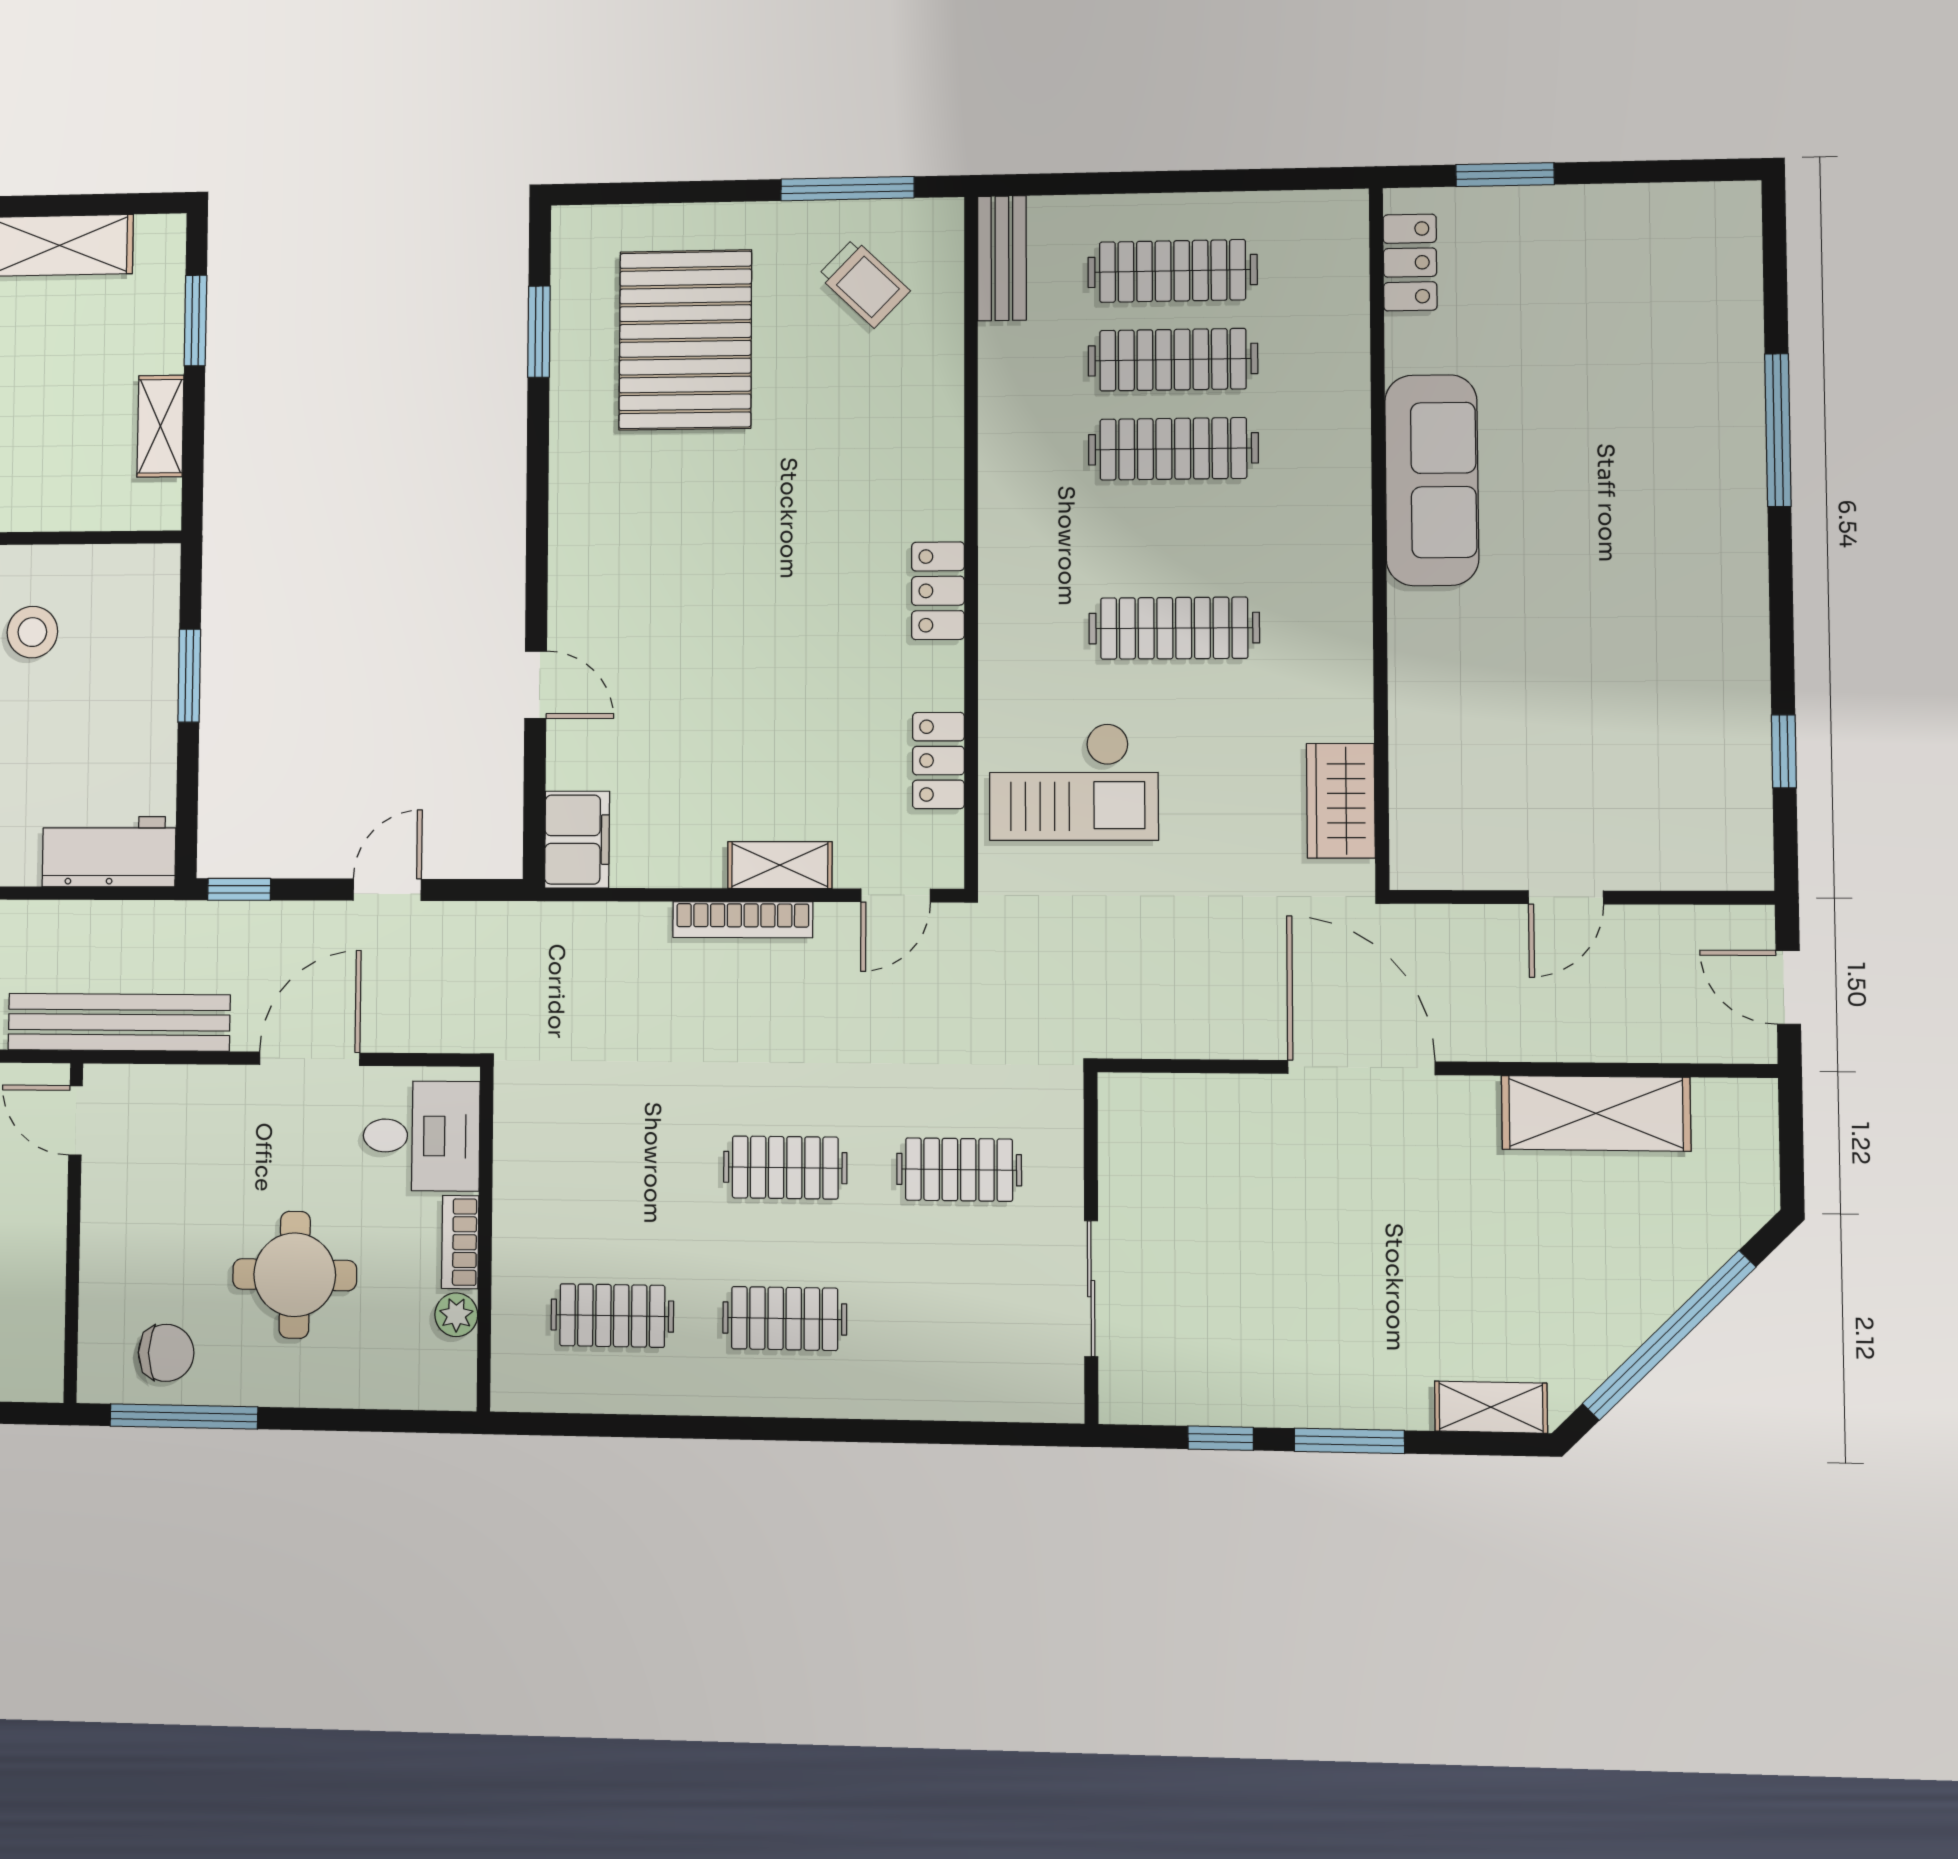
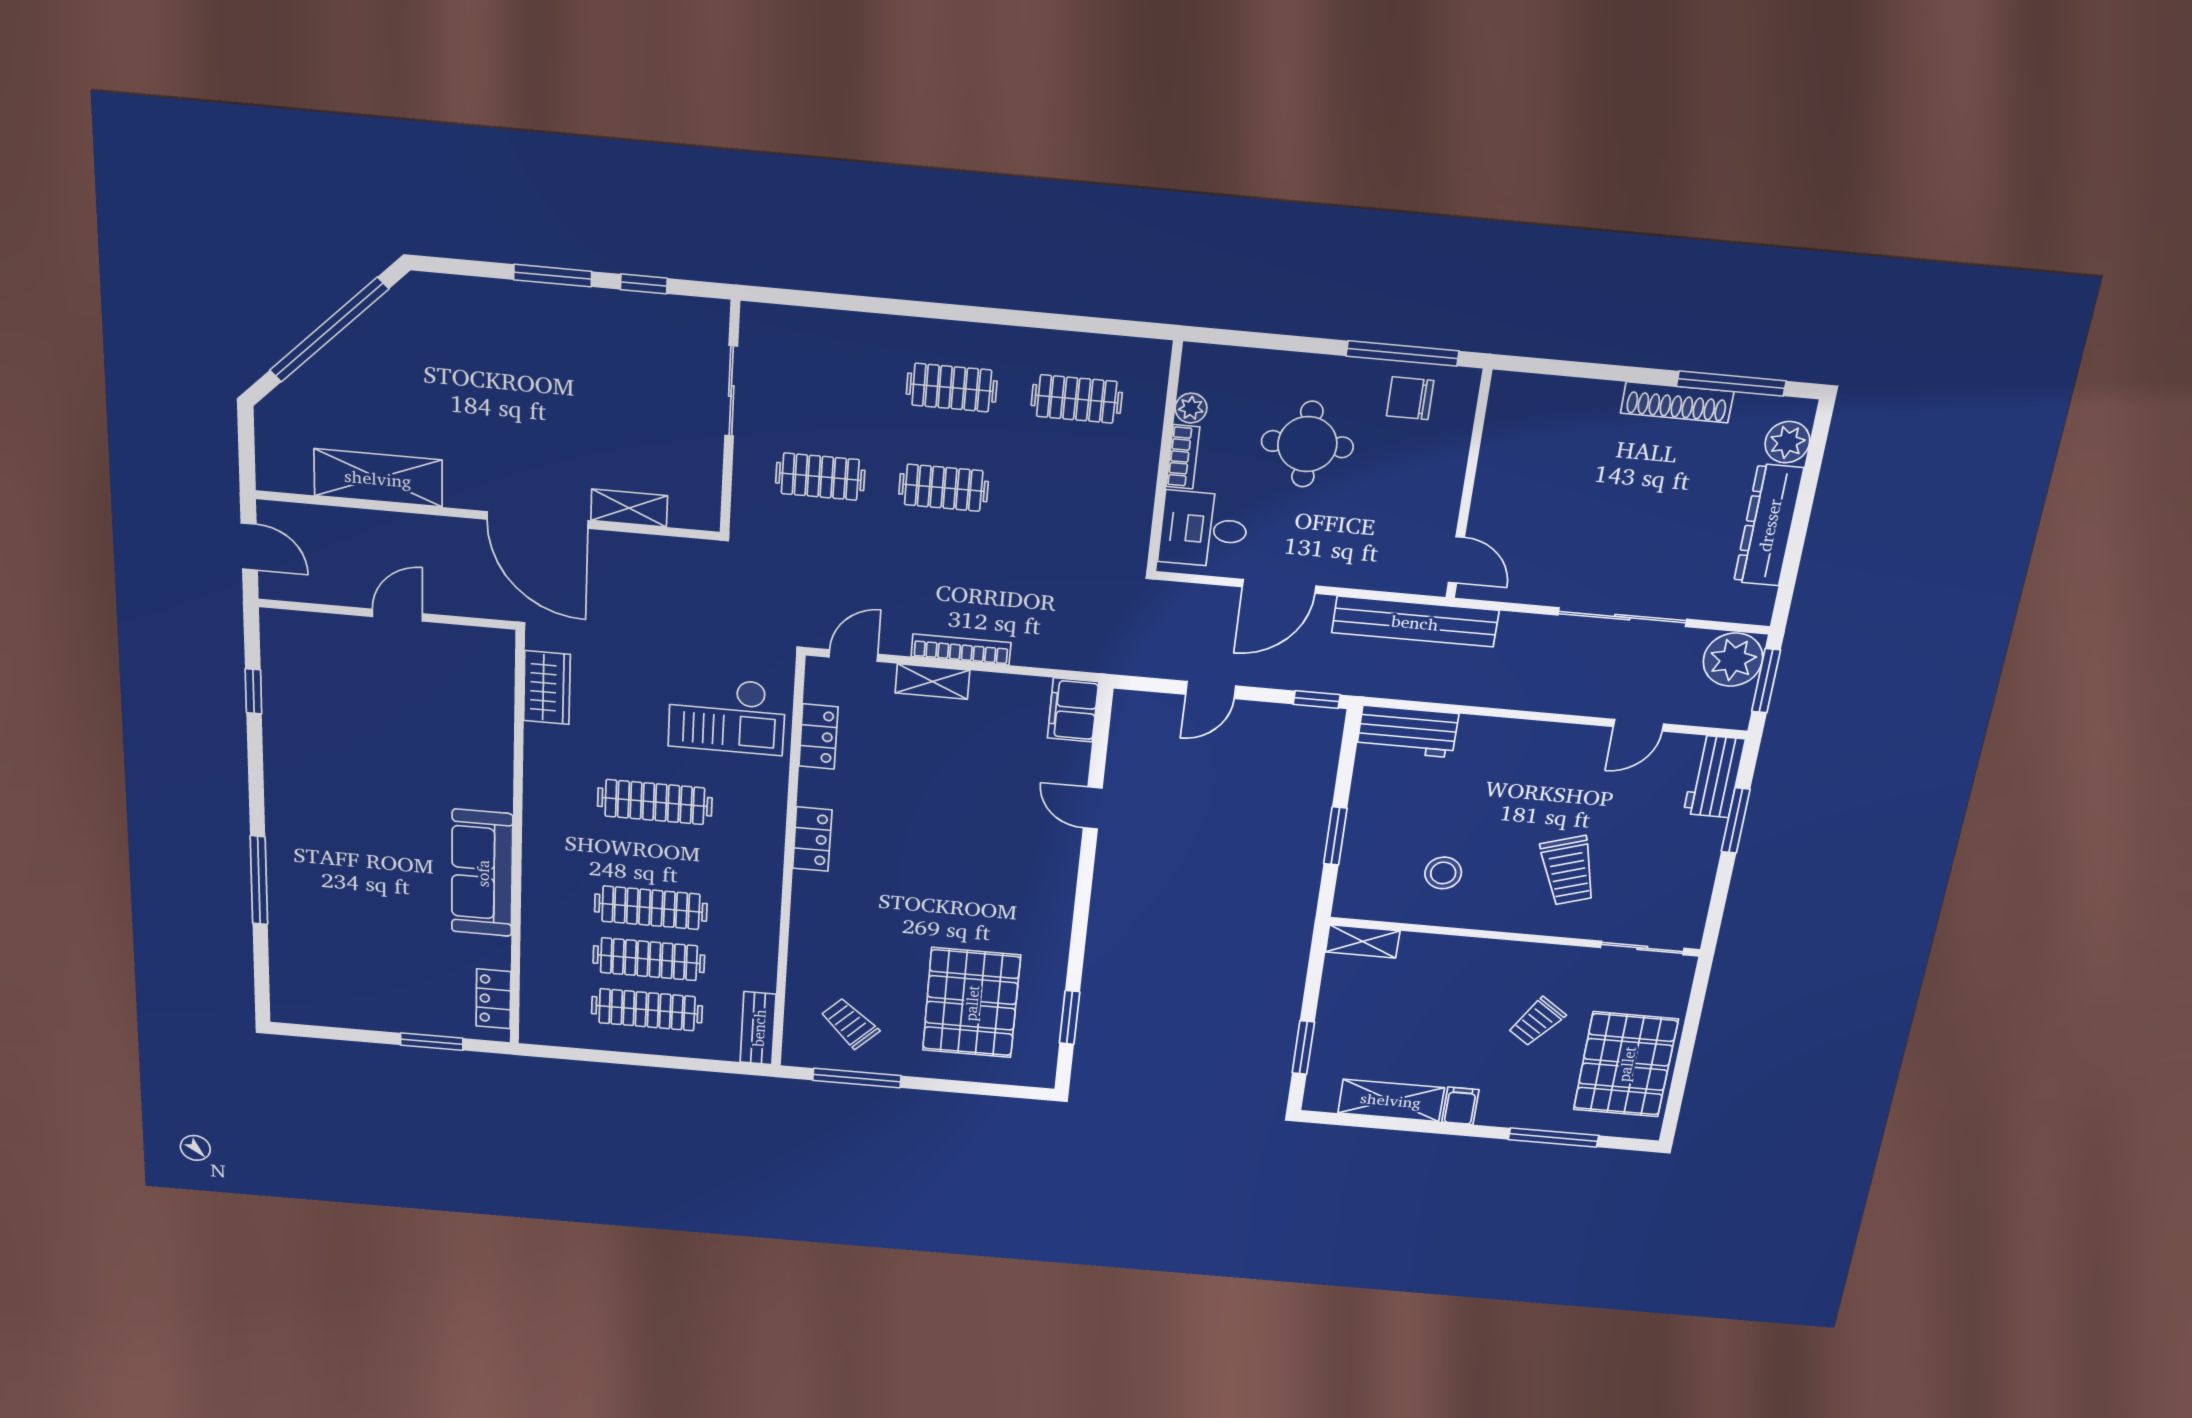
shelving: (160, 426) -> (1363, 941), moved, turned 90
checkout: (1074, 782) -> (727, 715), turned 180
shelving: (1491, 1407) -> (629, 508), moved

